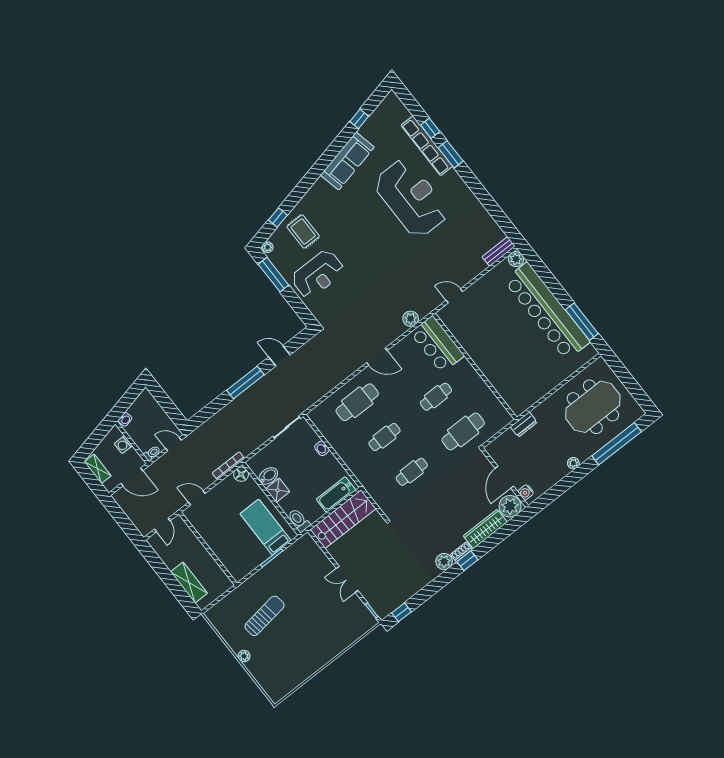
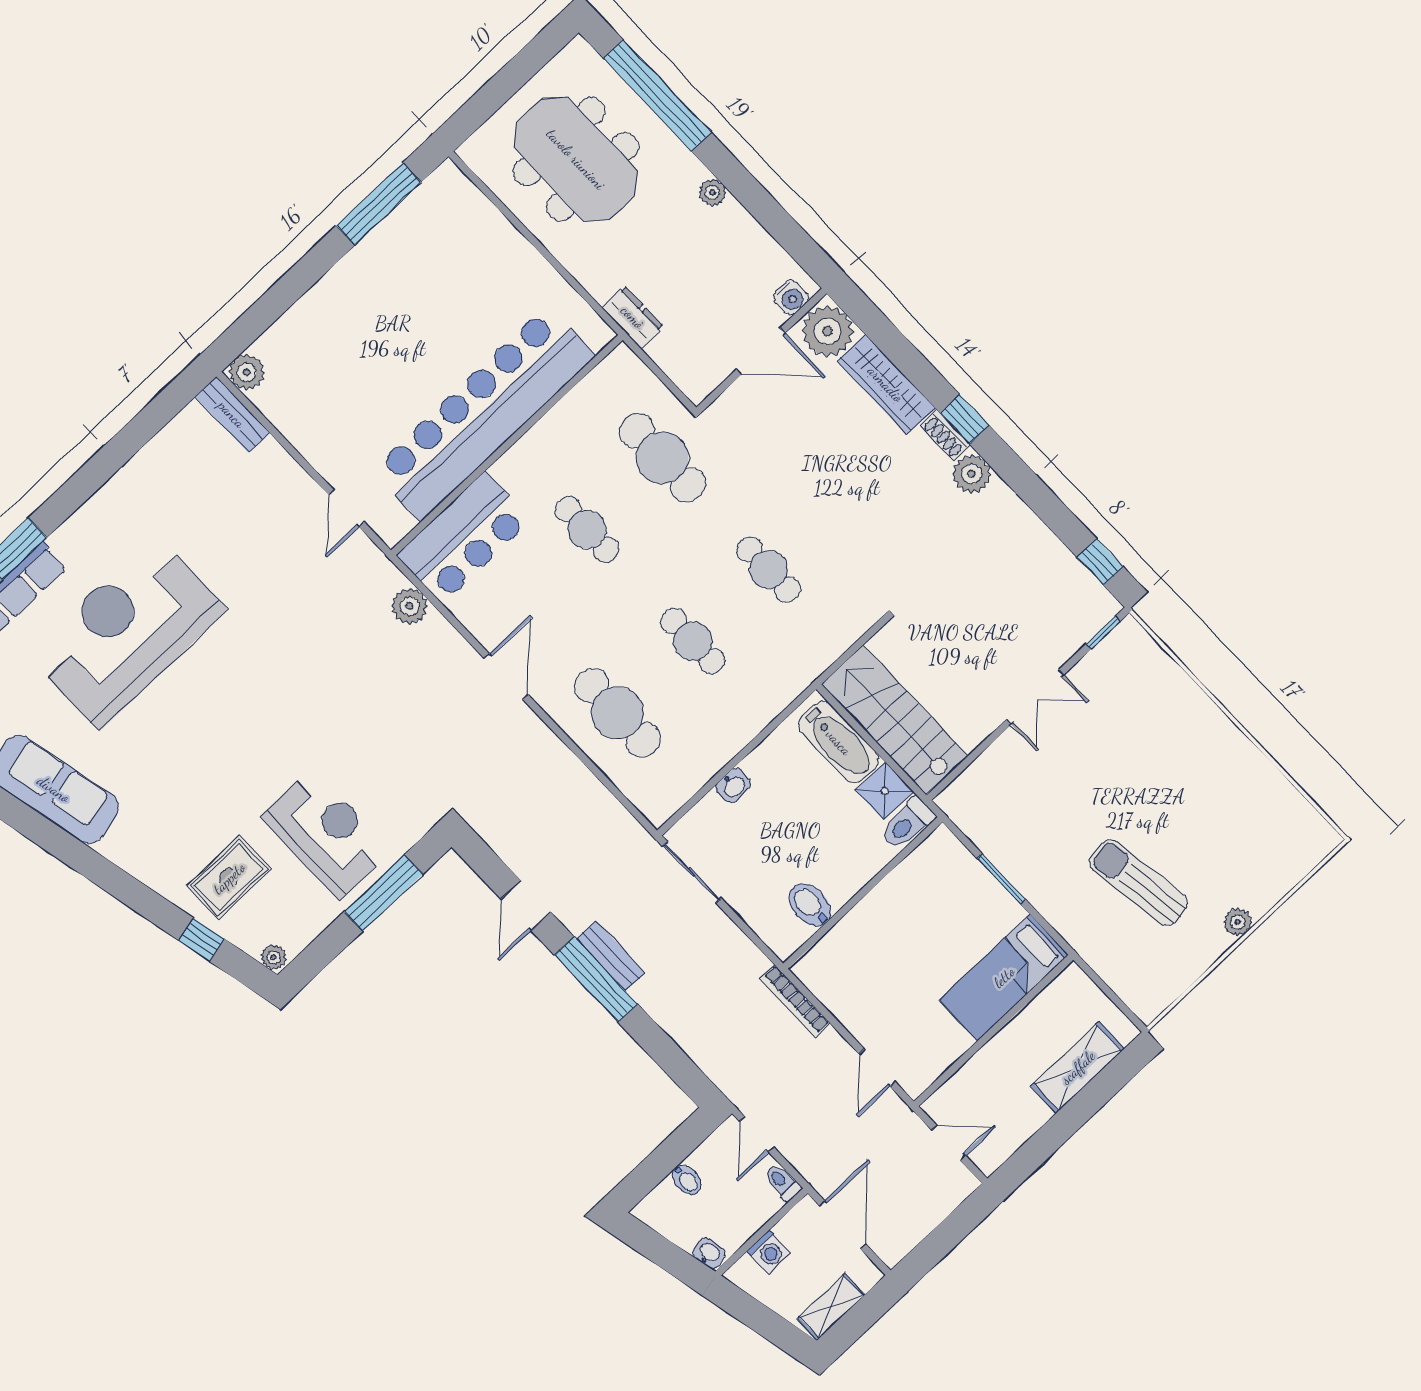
window: (273, 275) -> (384, 893), moved
bar counter: (547, 311) -> (483, 413), moved, turned 180
bench: (255, 390) -> (610, 956), added
bidet: (157, 413) -> (687, 1180), added
floor lamp: (241, 474) -> (812, 969), removed
shower: (278, 490) -> (885, 791), moved
bed: (266, 527) -> (1004, 977), moved

